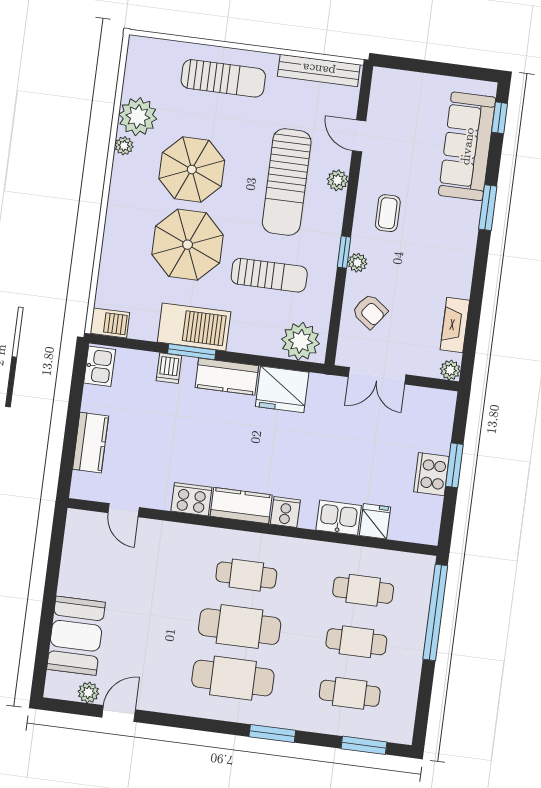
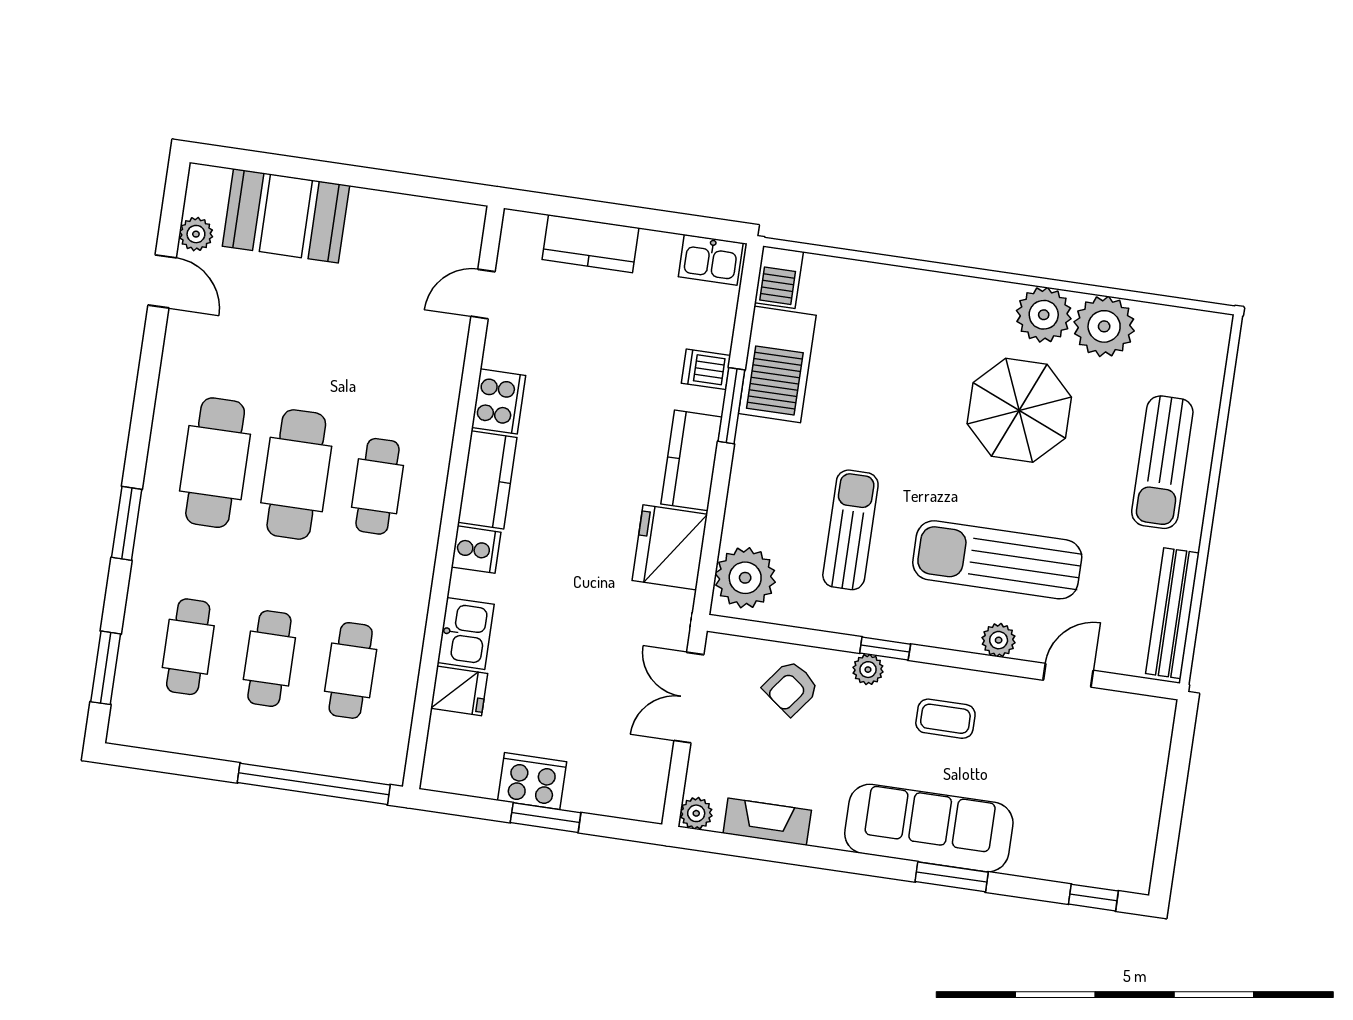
plant: (124, 146) -> (1044, 315), width x1.87, depth x1.87
sofa: (467, 146) -> (929, 828), moved
parasol: (188, 245) -> (901, 402), removed
sun lounger: (269, 275) -> (850, 530), turned 180
barbecue: (194, 327) -> (777, 364), moved

